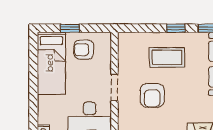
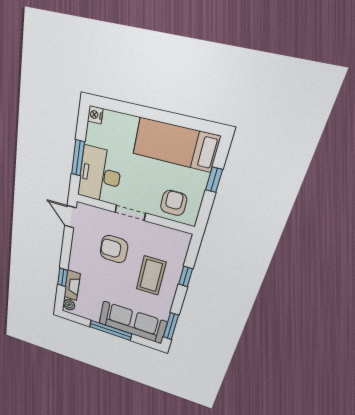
window: (176, 28) -> (186, 276), moved
armchair: (84, 50) -> (174, 203), moved

